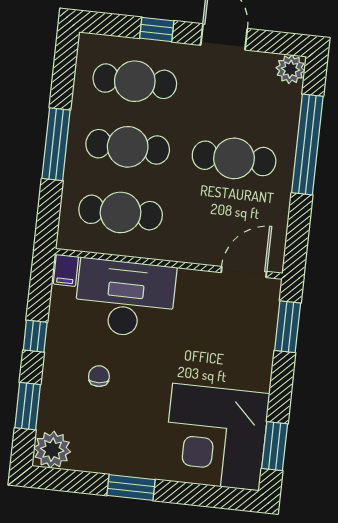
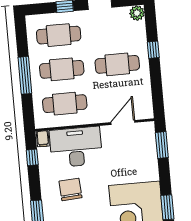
window: (307, 144) -> (153, 50), width x0.32
door: (244, 272) -> (123, 122), moved
window: (35, 336) -> (32, 157), moved
chair: (99, 376) -> (70, 189), width x1.87, depth x1.87

